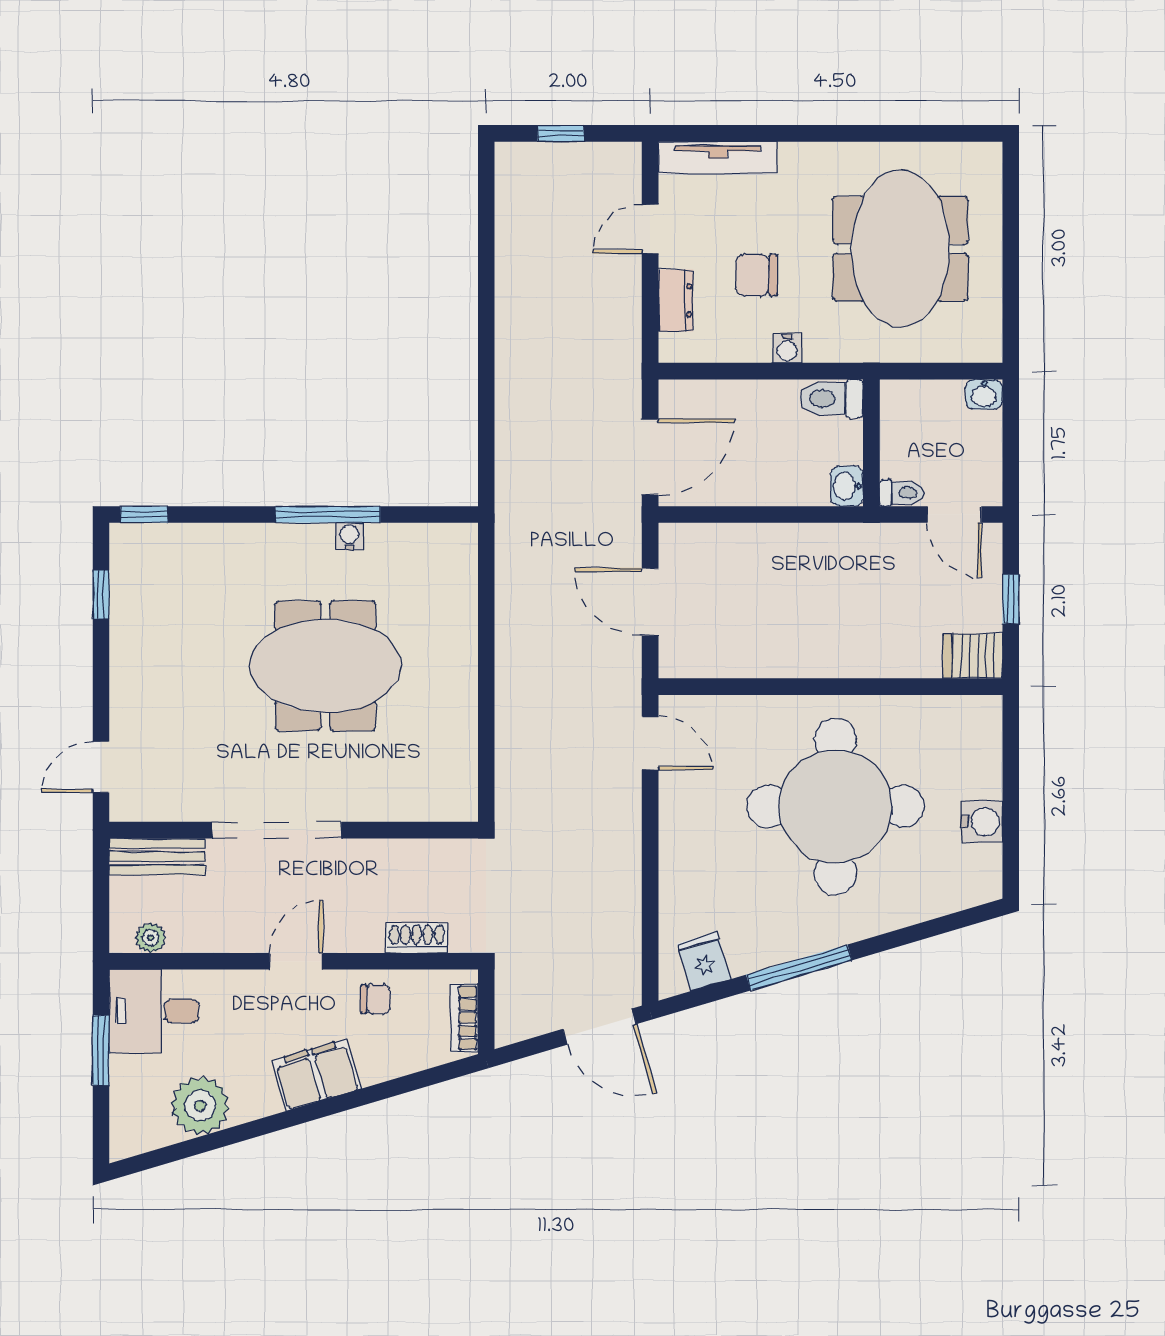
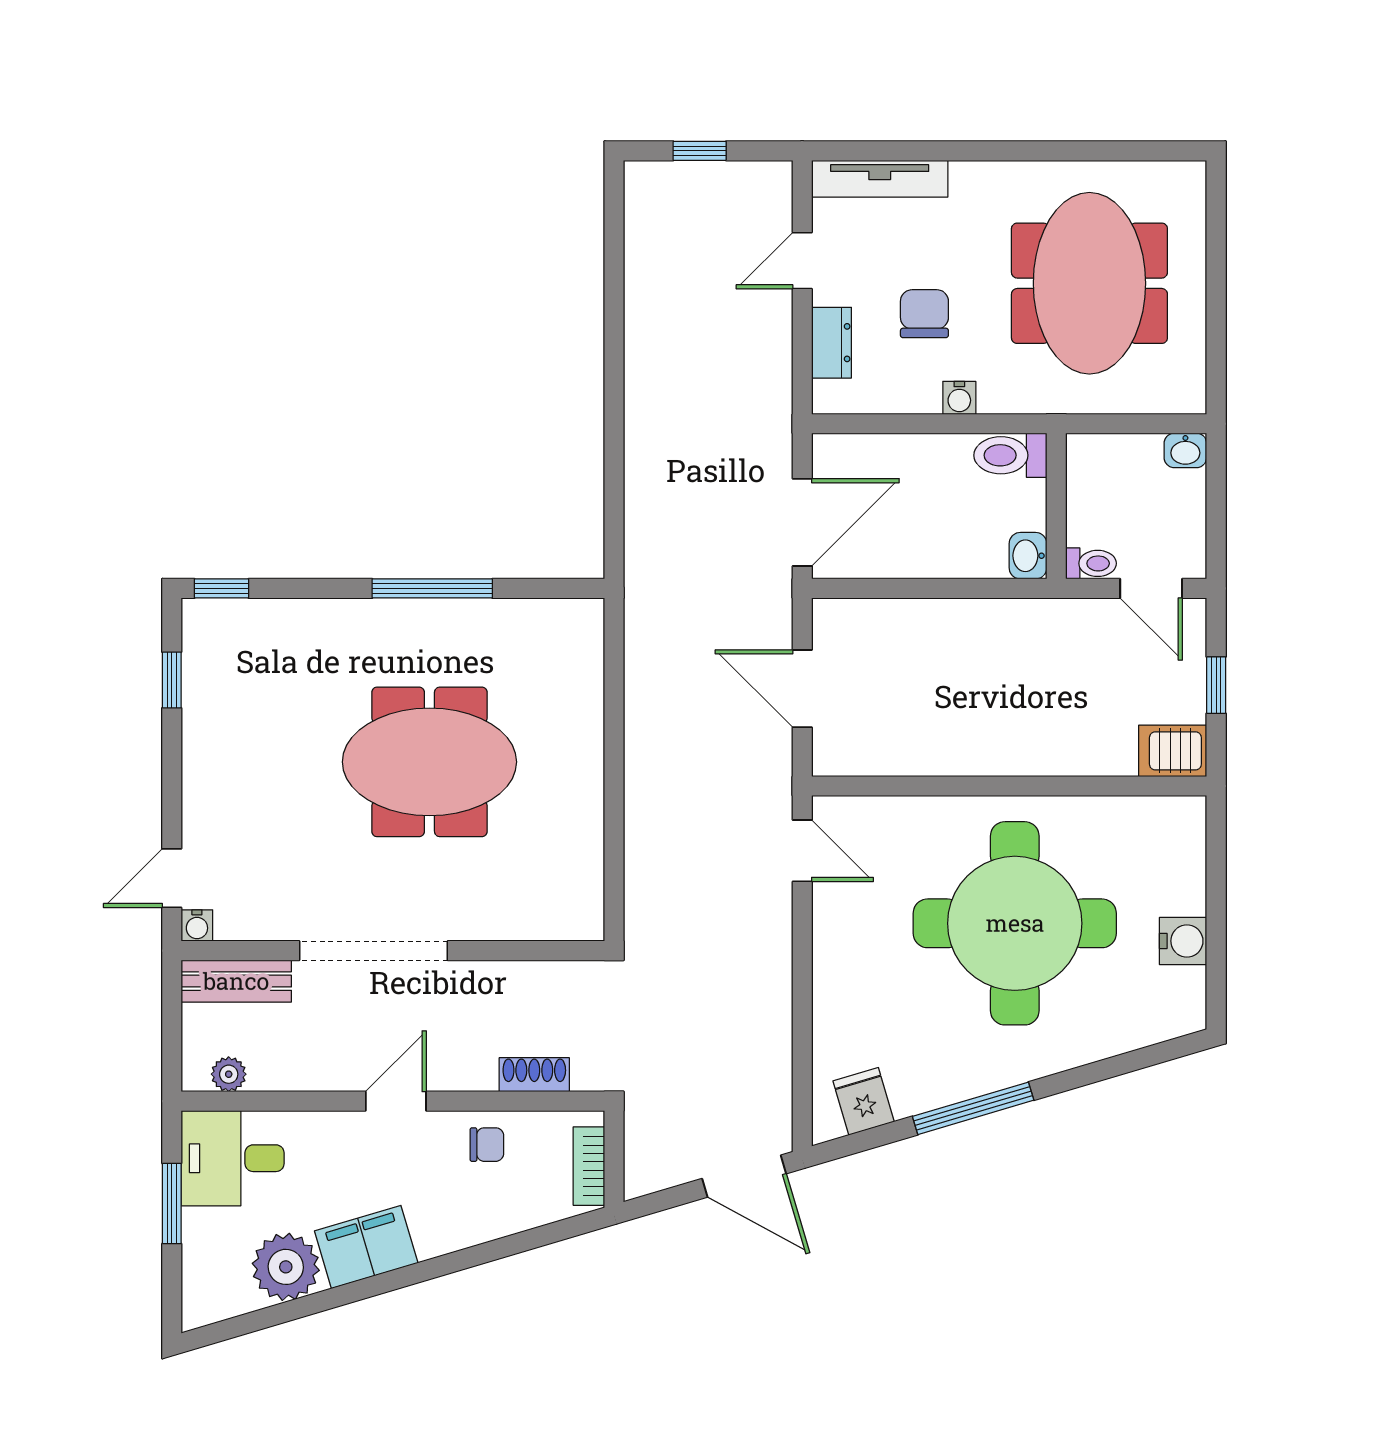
chair: (757, 275) -> (924, 314), turned 90
water cooler: (349, 536) -> (197, 926), moved, turned 180
filing cabinet: (316, 1075) -> (366, 1247), moved

